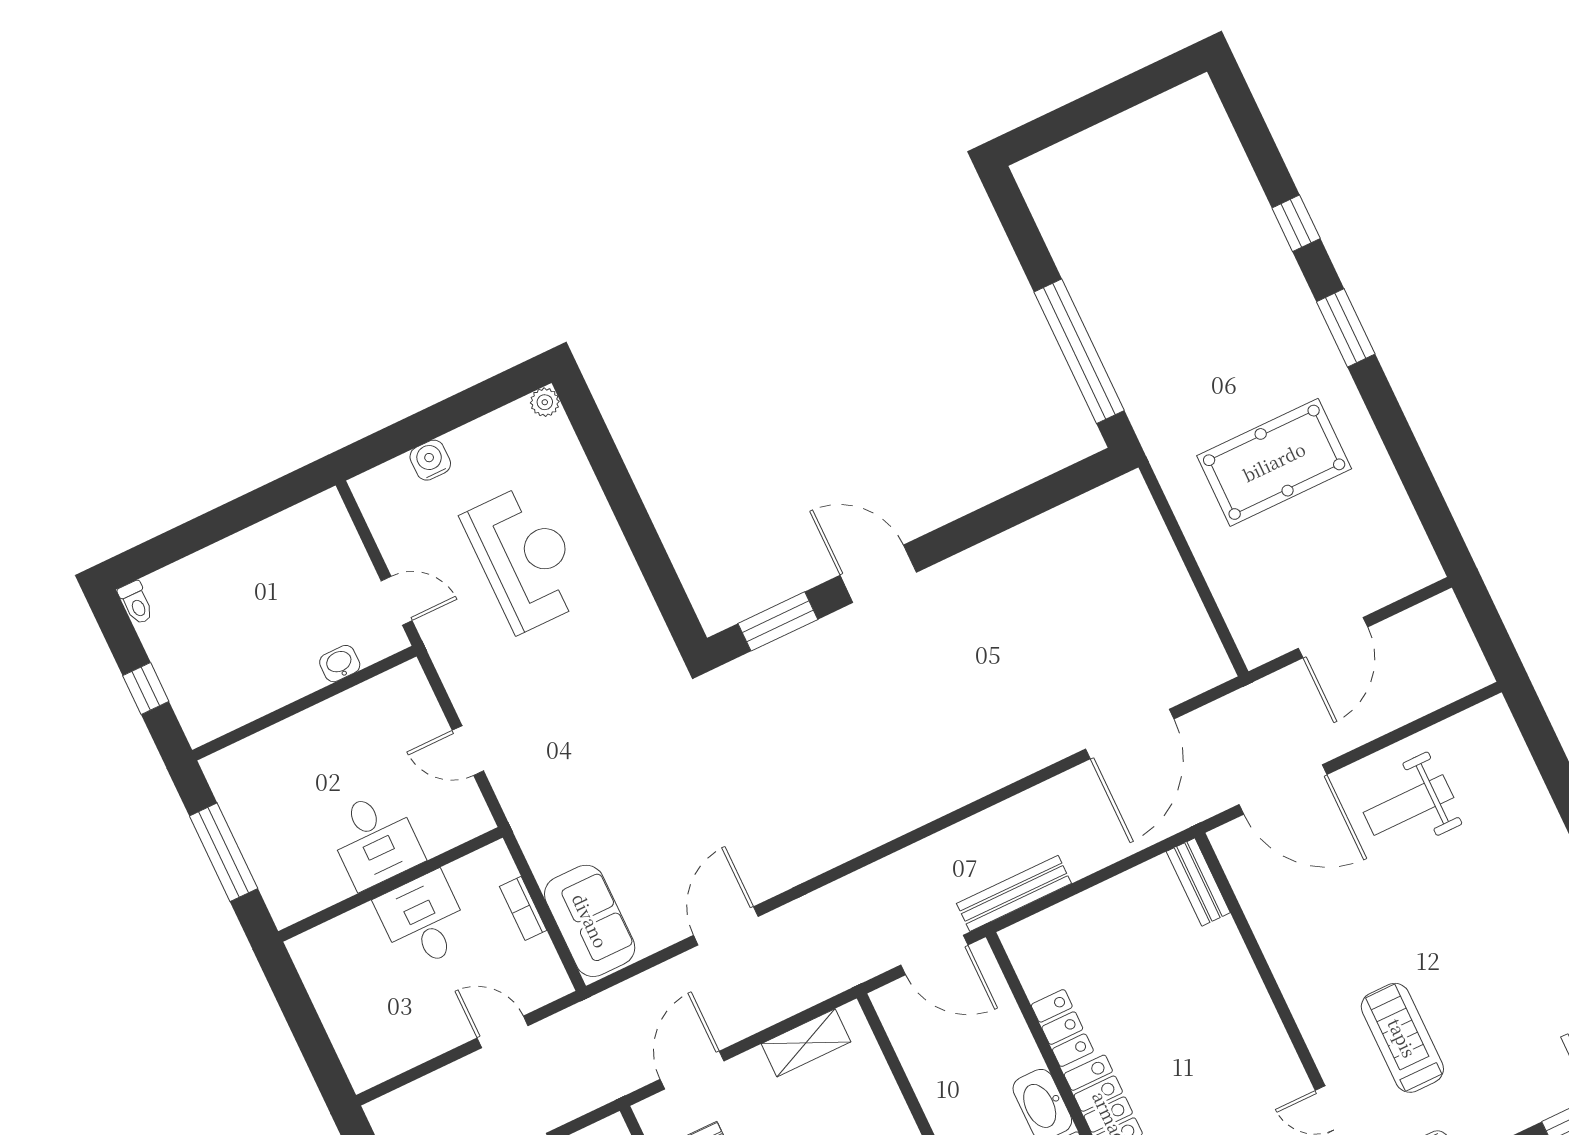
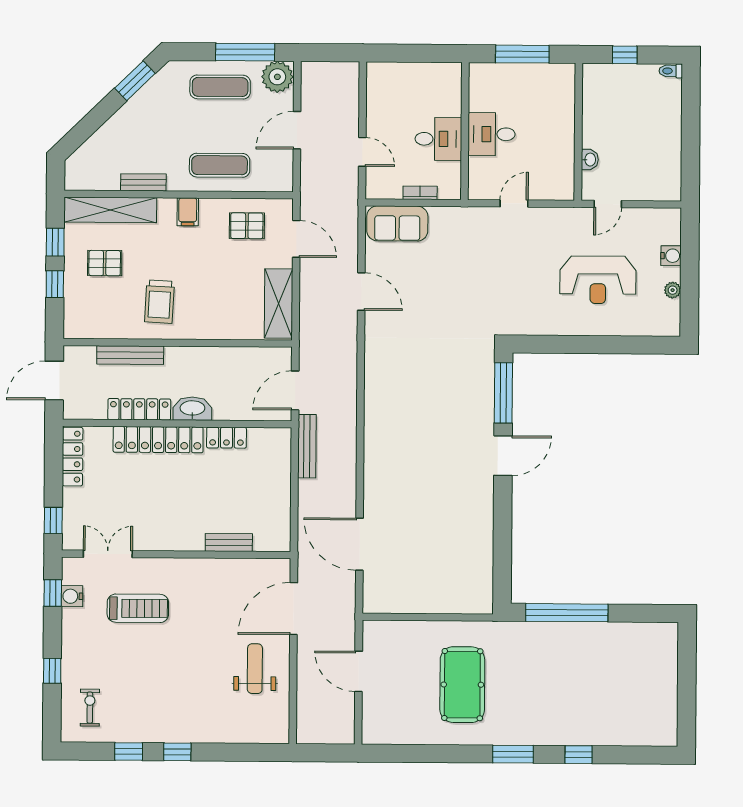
plant: (545, 402) -> (673, 290), moved
window: (778, 621) -> (503, 393), width x1.44
bench: (1198, 882) -> (229, 543), moved
door: (503, 1032) -> (362, 152), hinge flipped
shelving: (806, 1043) -> (279, 304), width x1.50, depth x1.33

